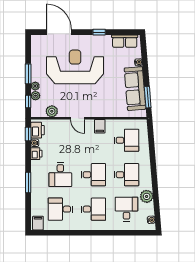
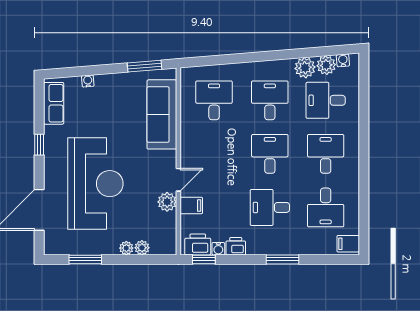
reception desk: (75, 67) -> (95, 184), turned 180
window: (28, 74) -> (85, 259), moved
sofa: (135, 89) -> (162, 114), moved, turned 95
window: (28, 102) -> (151, 259), removed
plant: (52, 111) -> (167, 202), moved
filing cabinet: (100, 126) -> (191, 206), moved
desk: (60, 175) -> (270, 207), turned 180
plant: (148, 209) -> (326, 65), added

